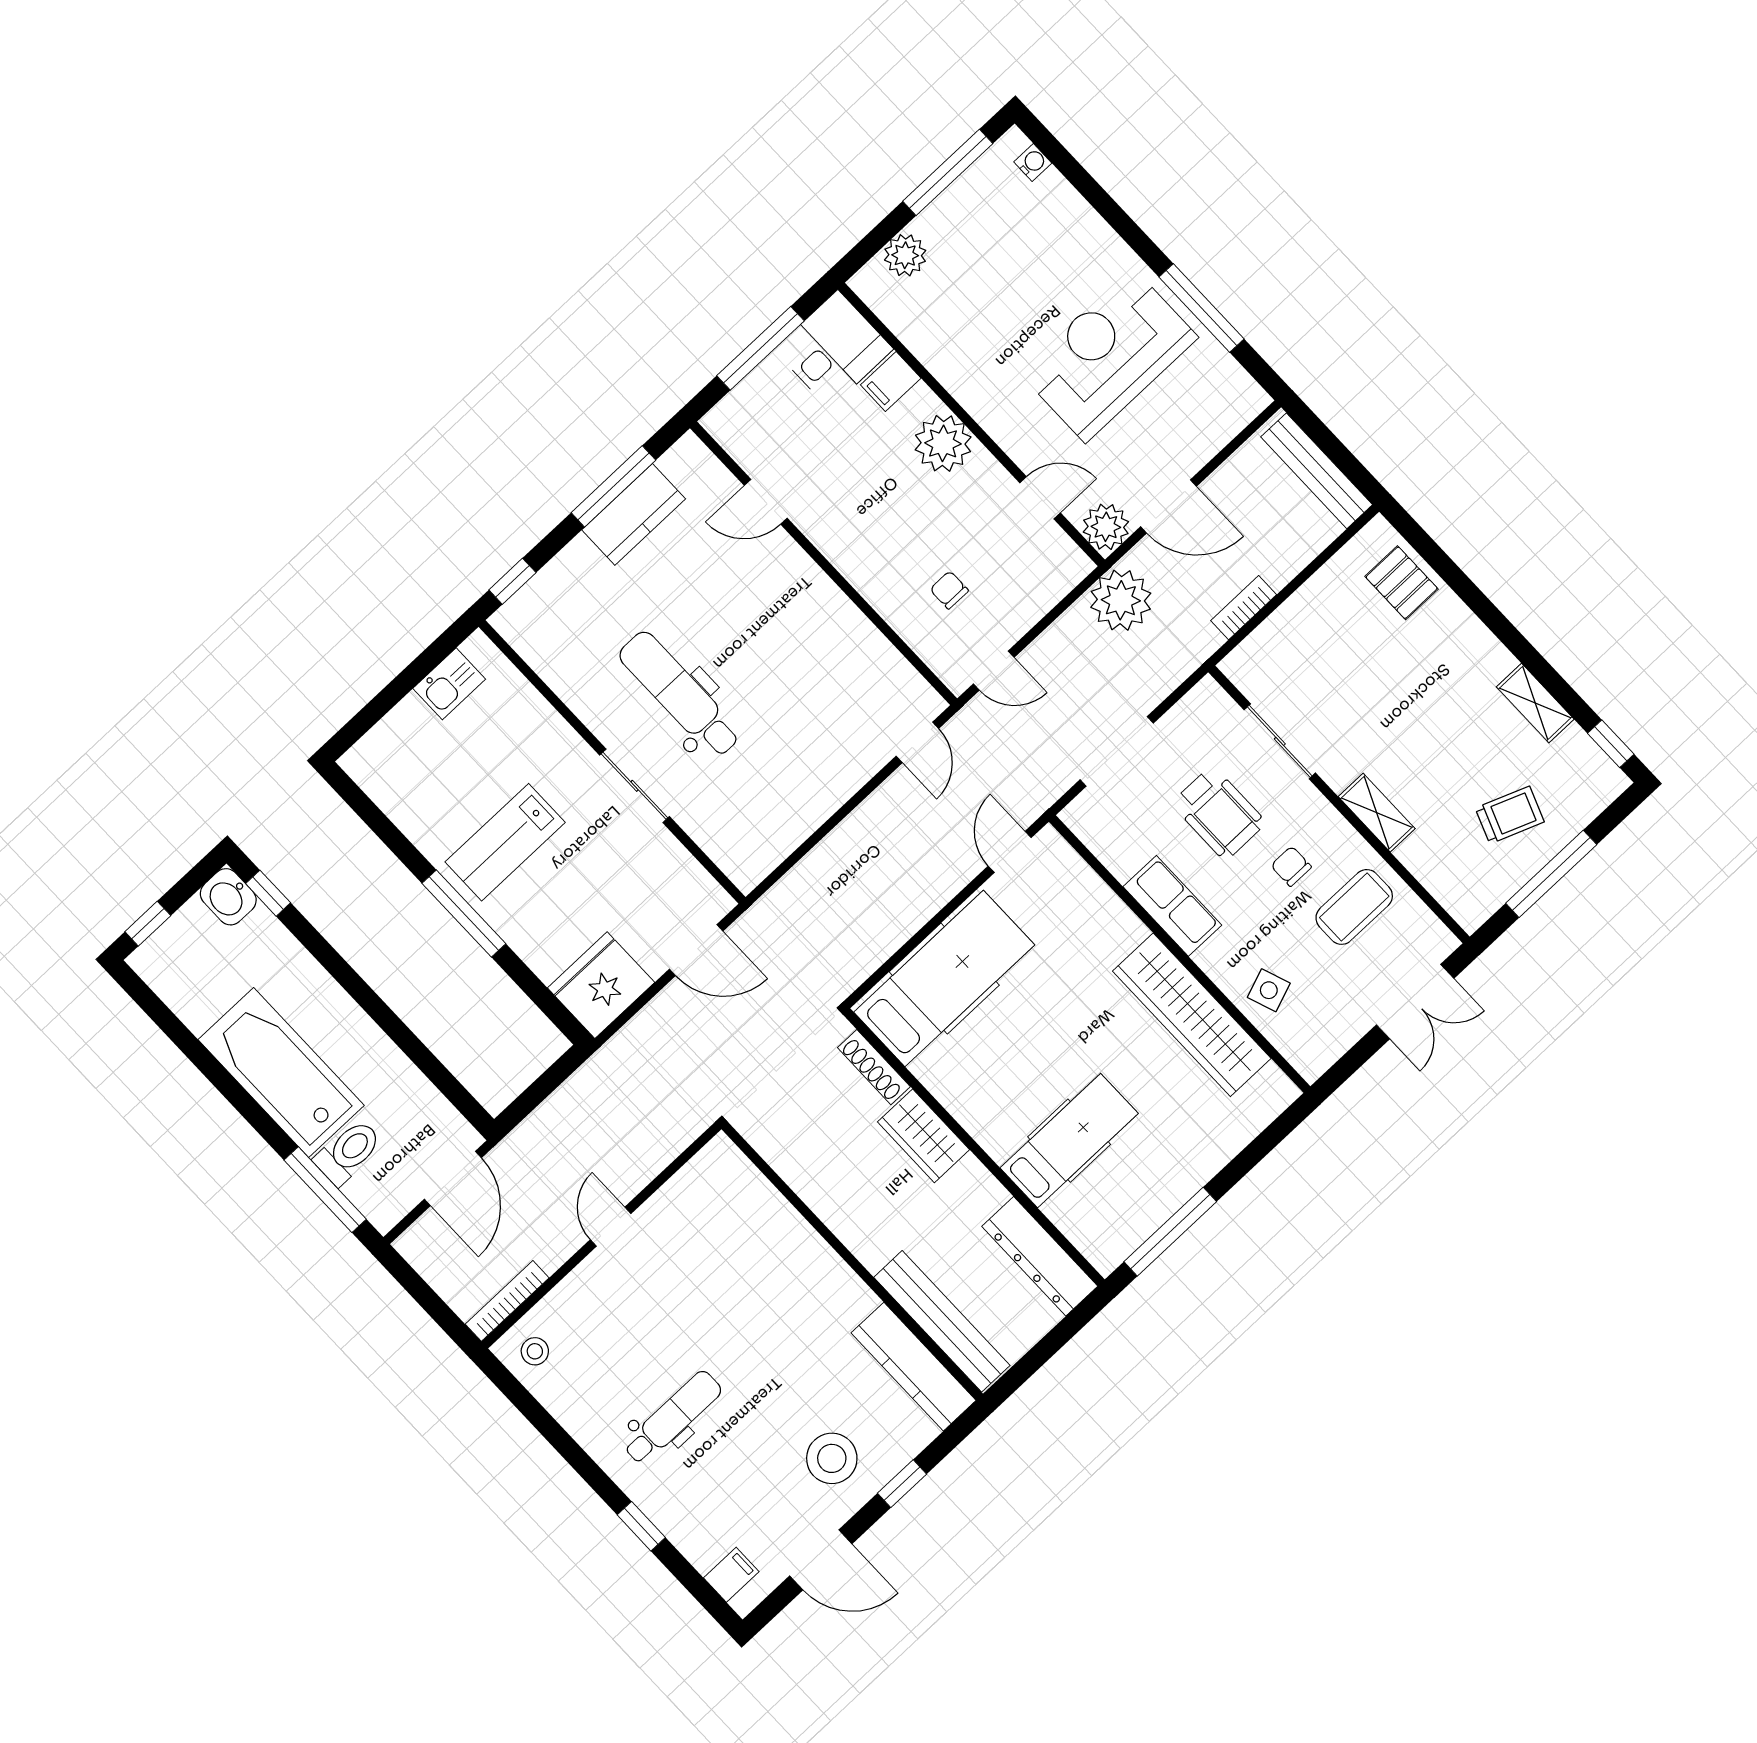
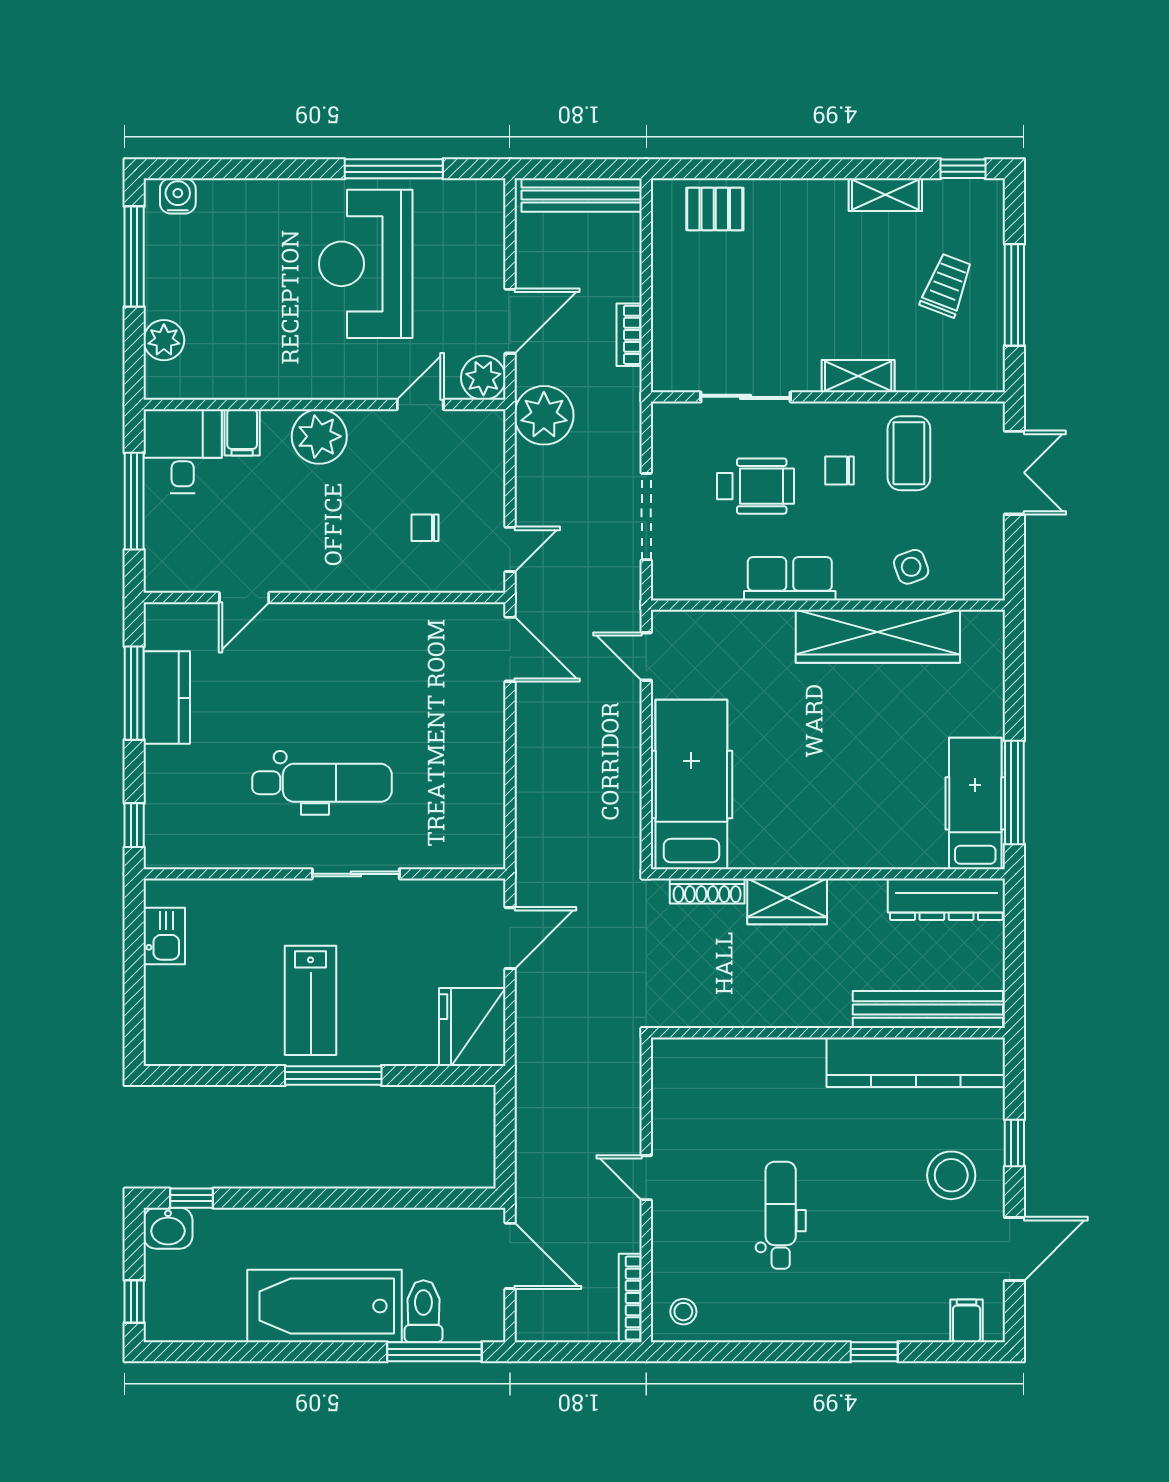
water cooler: (1033, 162) -> (178, 196), width x1.38, depth x1.38
dental chair: (680, 694) -> (322, 783), turned 180
door: (917, 742) -> (510, 649), width x1.37
hospital bed: (1069, 1141) -> (975, 803), moved
kitchen counter: (914, 1367) -> (916, 1062), width x1.39, depth x1.17
dental chair: (673, 1418) -> (781, 1215), moved

